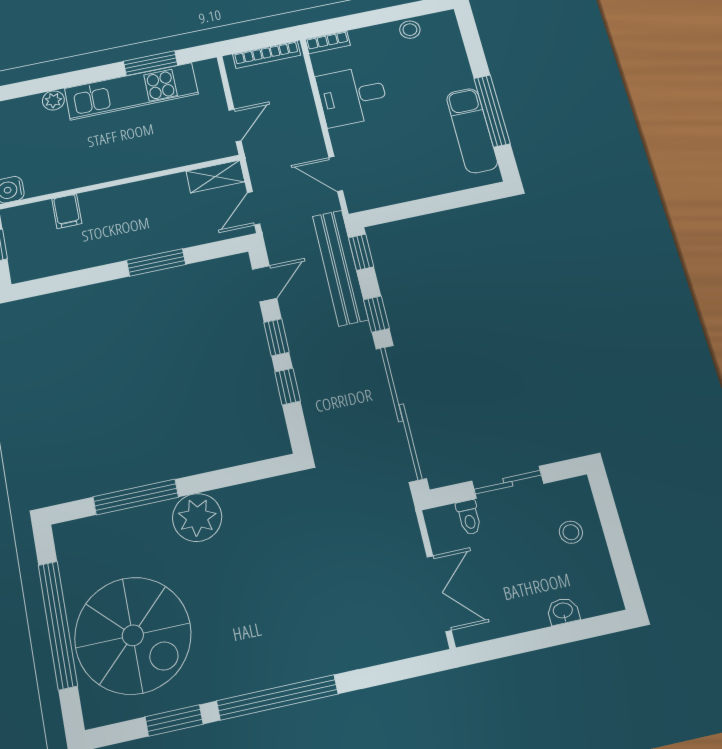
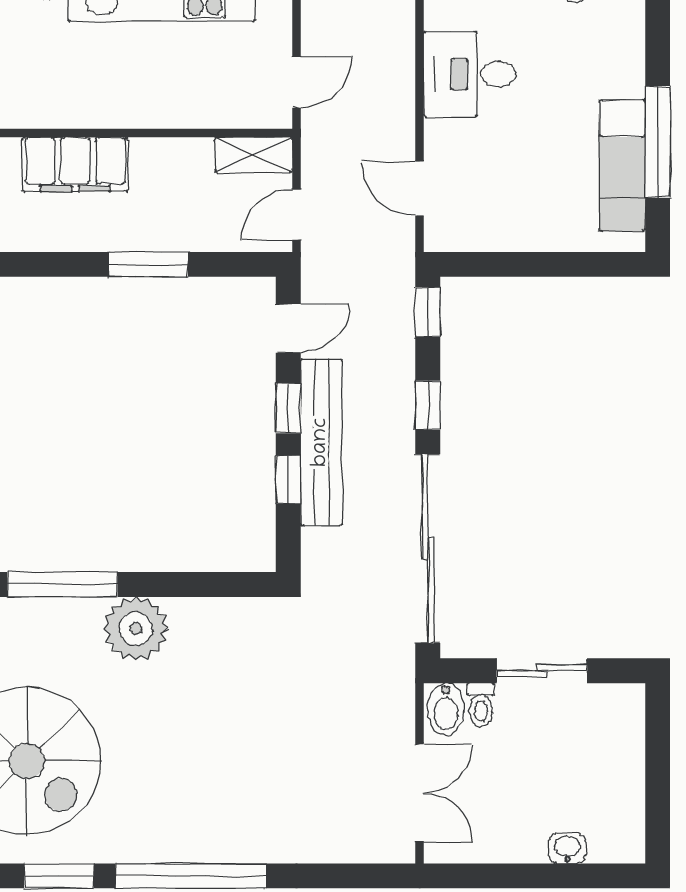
filing cabinet: (67, 211) -> (75, 165), width x3.00, depth x1.17
bench: (340, 268) -> (321, 442), moved
bidet: (443, 526) -> (446, 709), added
stool: (571, 532) -> (604, 752), removed

